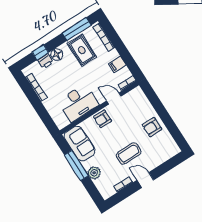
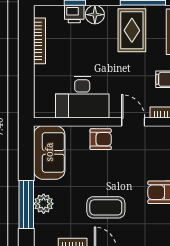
armchair: (103, 119) -> (101, 139), turned 180
window: (76, 165) -> (26, 204), moved

